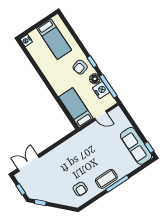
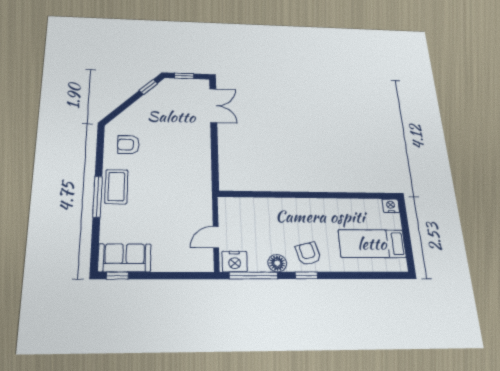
nightstand: (101, 90) -> (235, 262), moved
bed: (76, 108) -> (251, 211), removed
sofa: (136, 146) -> (125, 258), width x0.73

